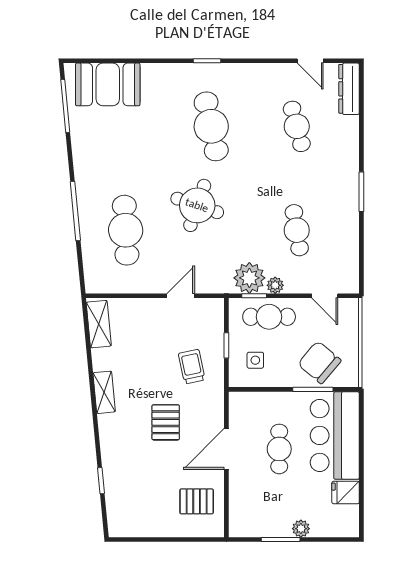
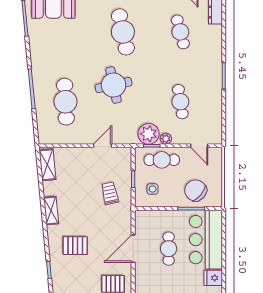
round table: (197, 205) -> (114, 85), turned -31
pallet: (166, 422) -> (75, 246), moved, turned 90

